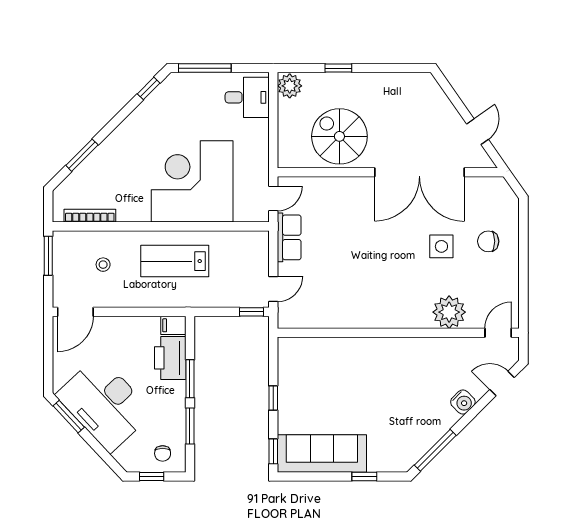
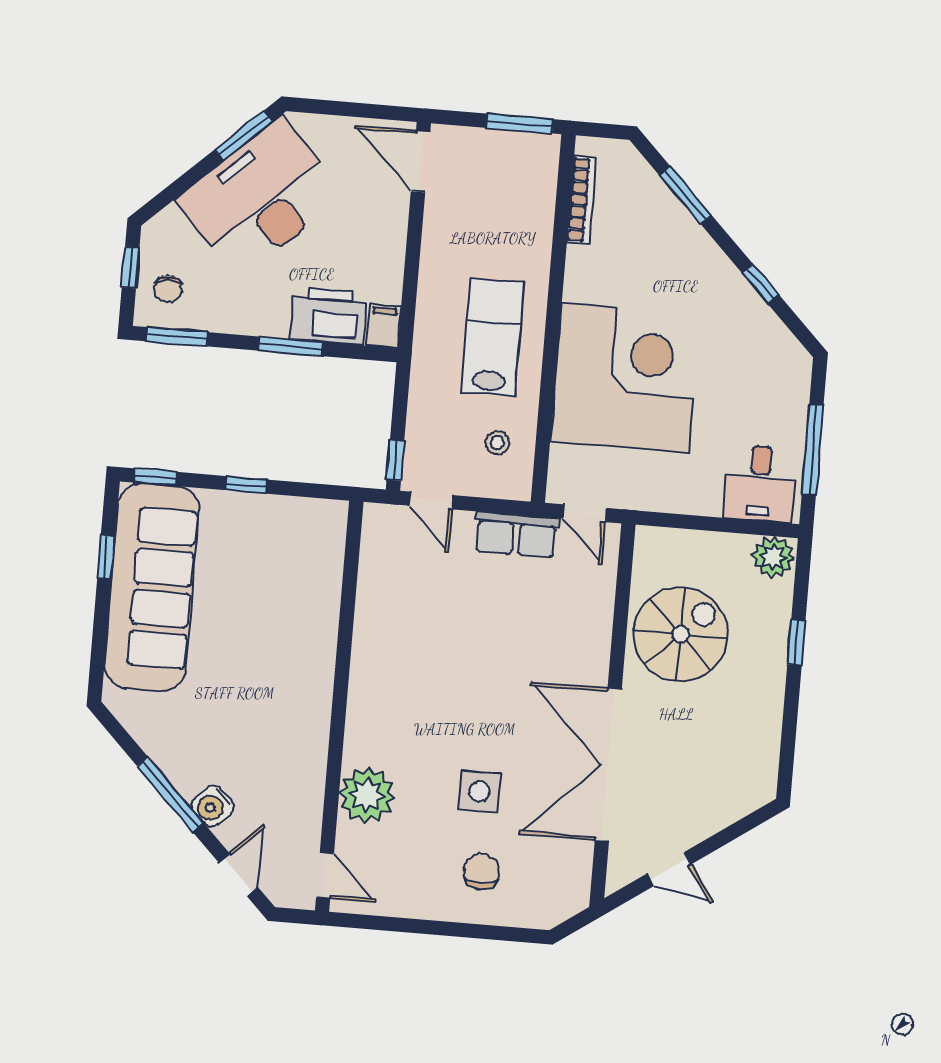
window: (205, 68) -> (813, 449), moved
window: (149, 88) -> (760, 284), moved
stool: (103, 265) -> (497, 443), moved
window: (190, 426) -> (177, 337), moved
window: (435, 450) -> (170, 794), moved
chair: (163, 453) -> (168, 289), turned -90
sofa: (322, 453) -> (152, 587), width x1.36, depth x1.27
window: (364, 476) -> (106, 557), moved

